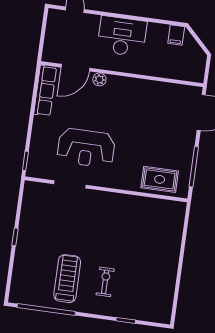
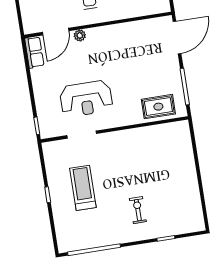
row of seats: (45, 91) -> (34, 52), width x0.68
treadmill: (67, 279) -> (83, 188), moved

